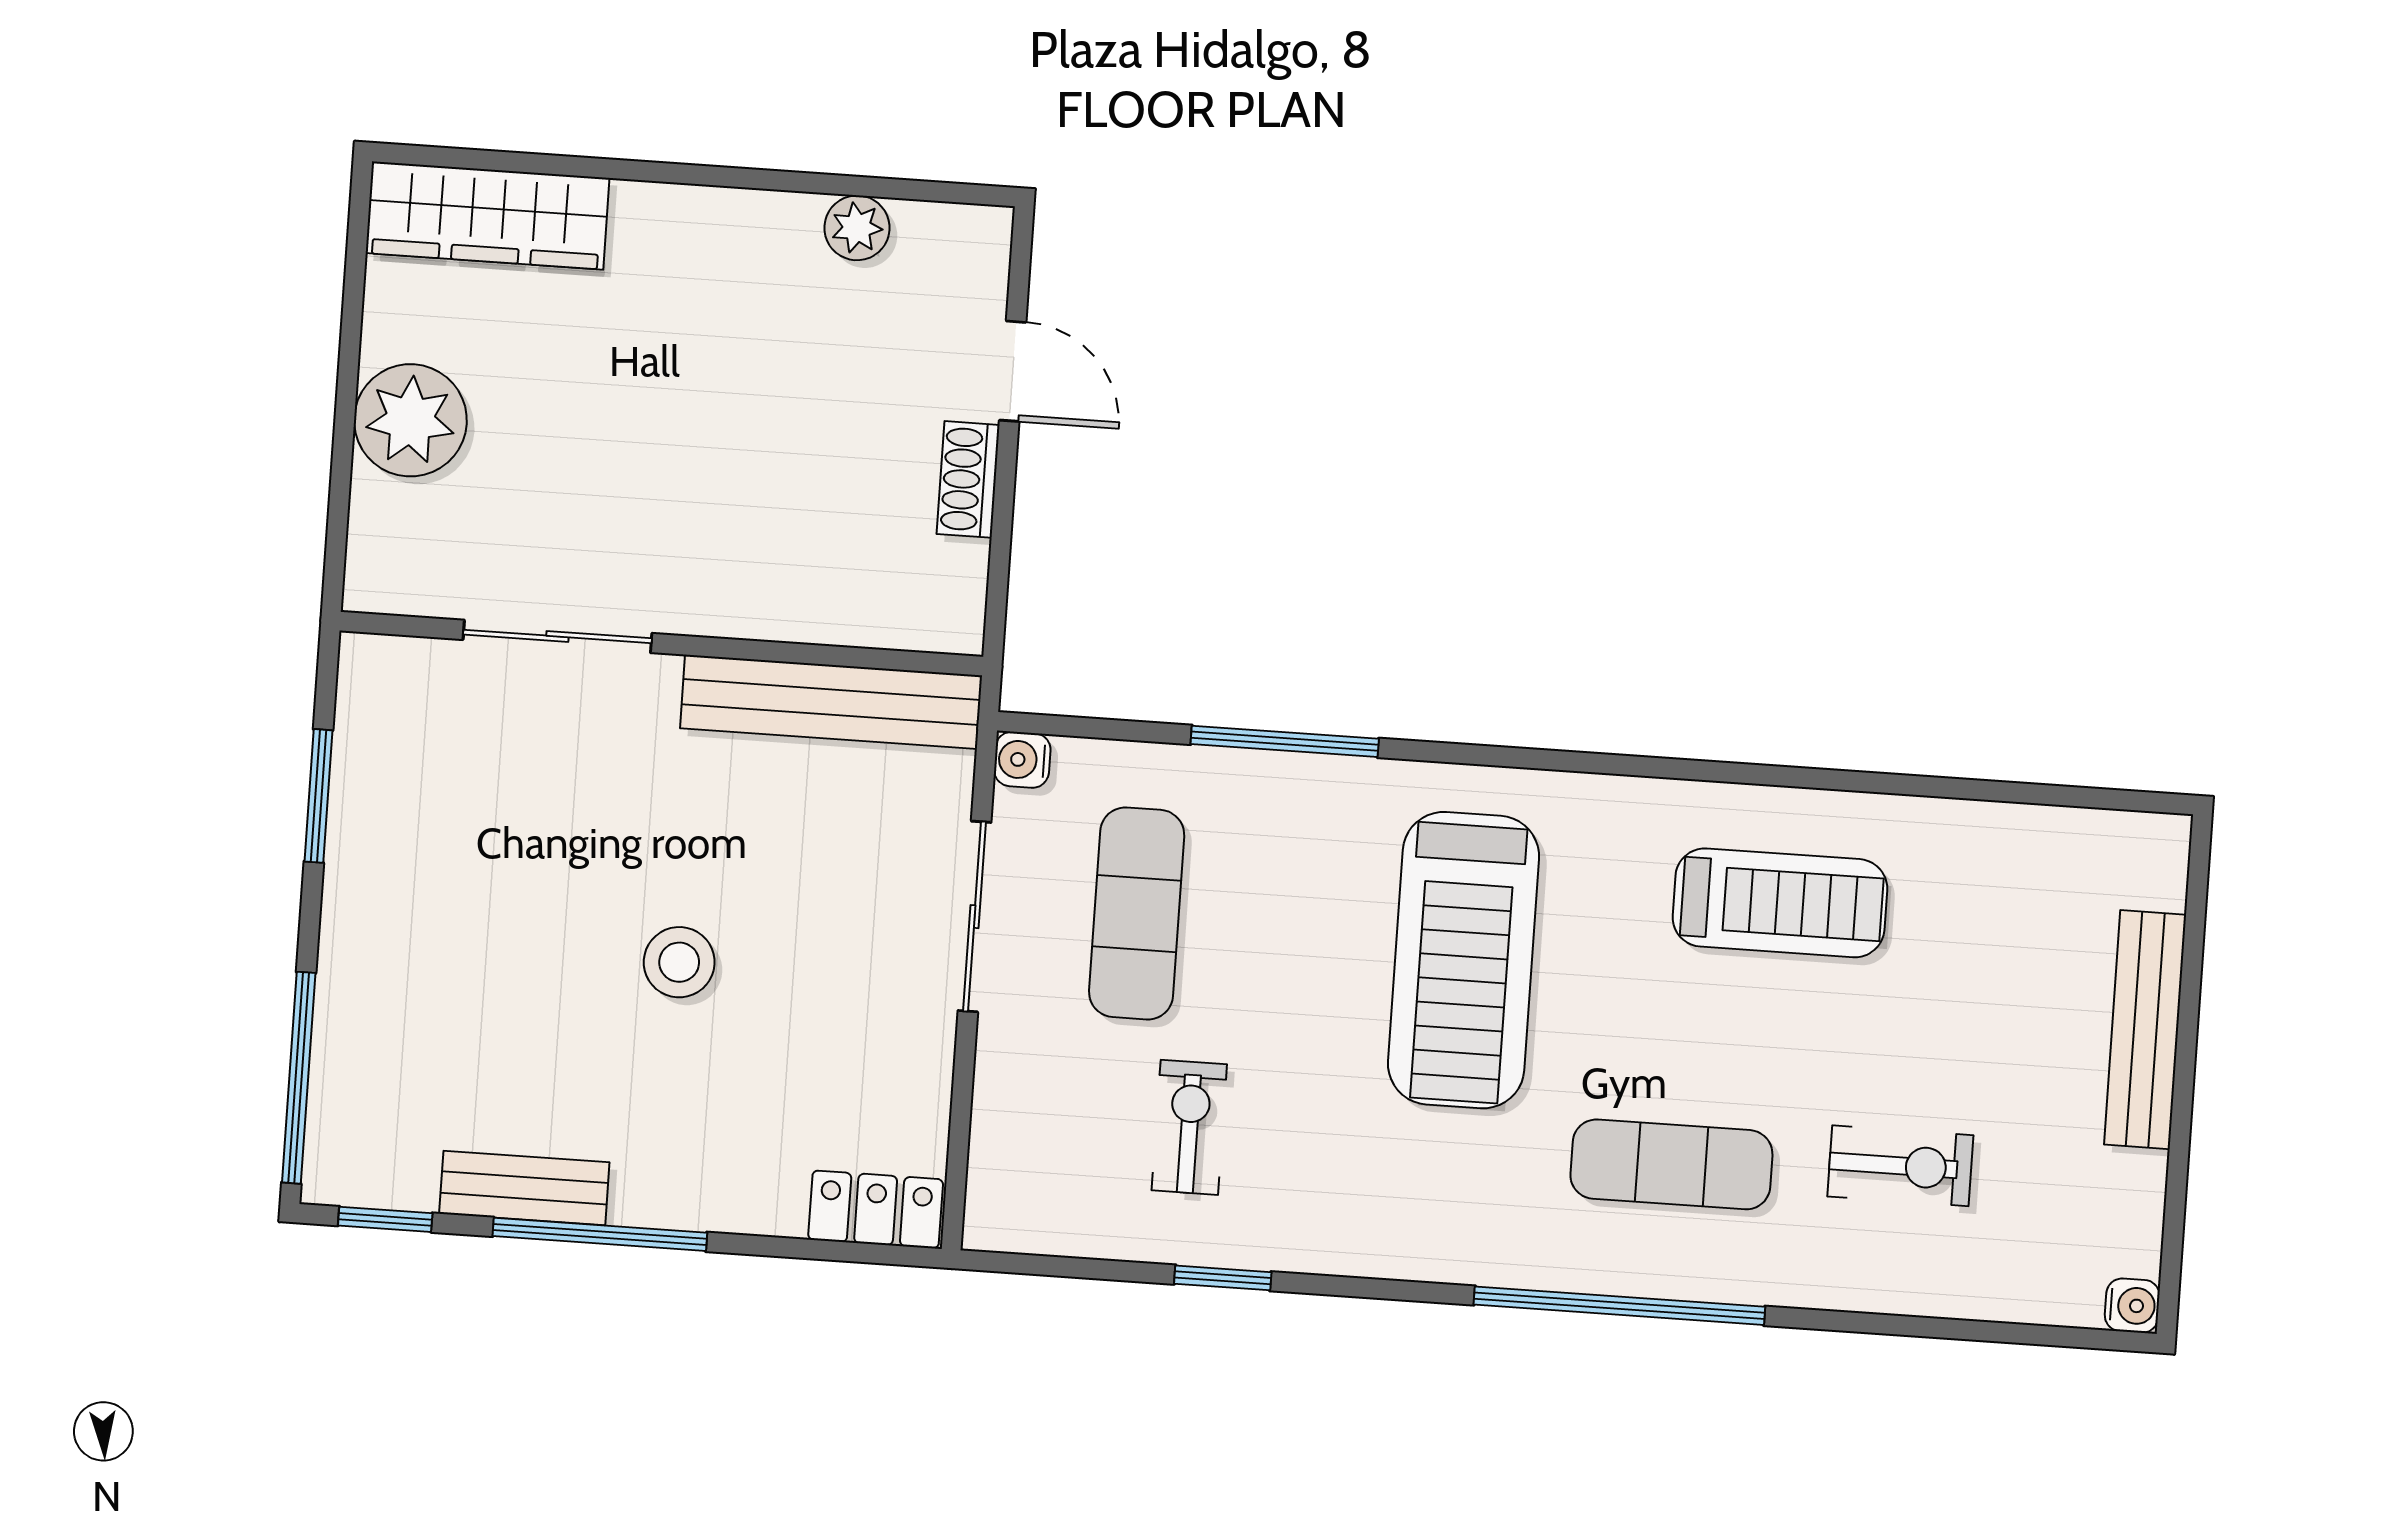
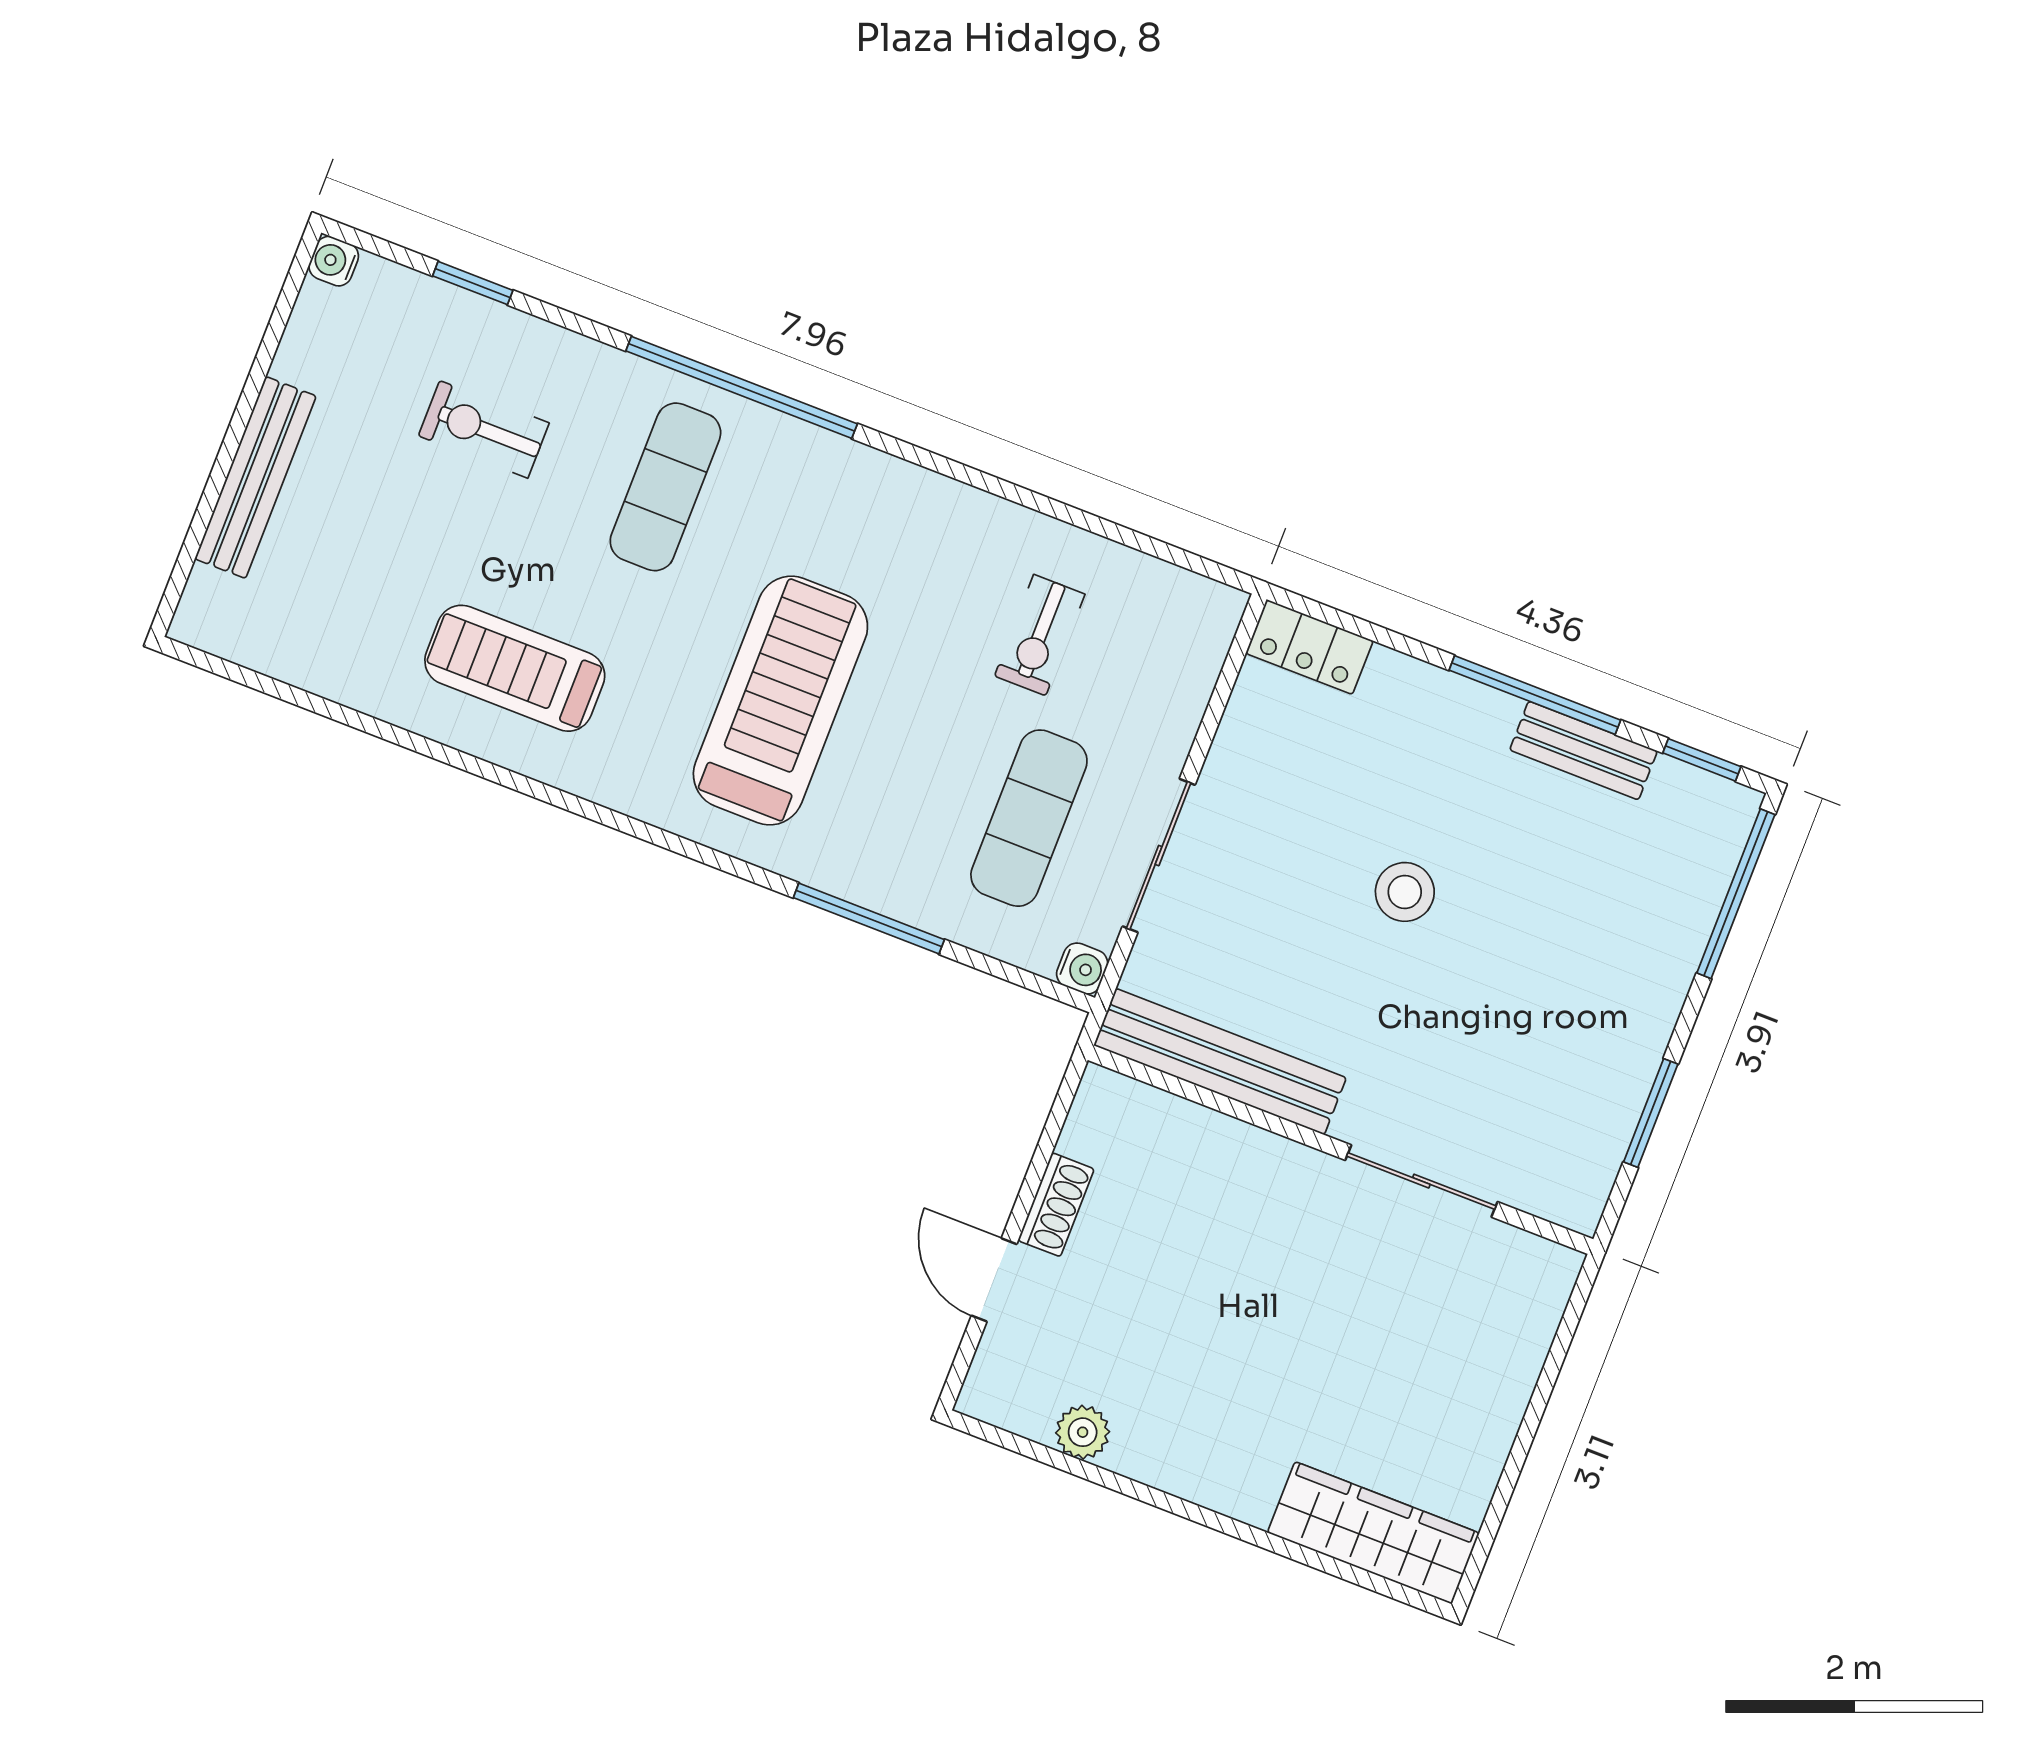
plant: (410, 420) -> (1485, 1389), removed
exercise mat: (1671, 1164) -> (665, 487), turned 90
window: (1223, 1278) -> (473, 283), moved

